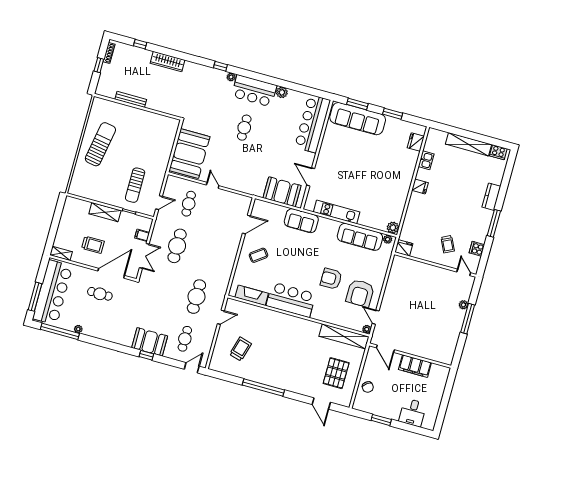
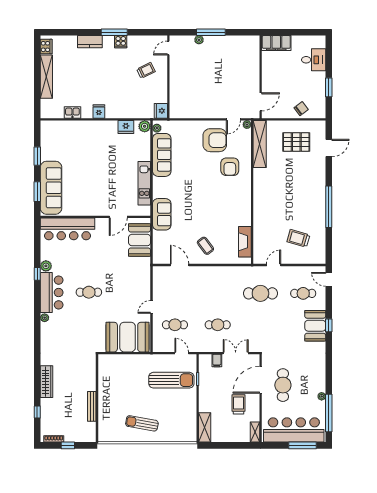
window: (220, 66) -> (37, 274), moved
fridge: (416, 142) -> (126, 127), moved
sun lounger: (100, 144) -> (142, 423), width x0.73, depth x0.75
sun lounger: (135, 185) -> (171, 380), width x1.36, depth x1.34
shelving: (105, 212) -> (205, 427), moved
cafe table: (177, 246) -> (218, 325), width x0.73, depth x0.74
cooker: (477, 249) -> (121, 42), moved
door: (111, 273) -> (261, 380), hinge flipped
armchair: (331, 279) -> (230, 167), moved
cafe table: (100, 294) -> (283, 385), width x1.37, depth x1.35
bar counter: (291, 300) -> (239, 204), removed
door: (221, 317) -> (274, 265), hinge flipped
filing cabinet: (415, 366) -> (276, 43), moved, turned 90

